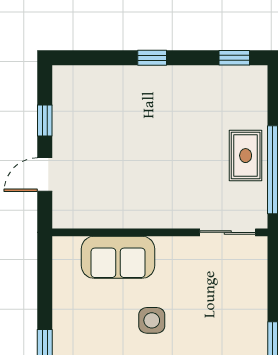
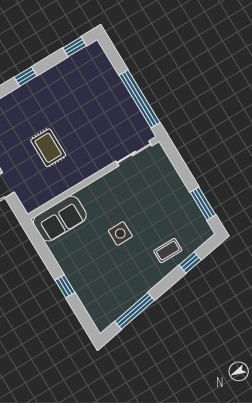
rug: (246, 156) -> (48, 148), moved
sofa: (118, 257) -> (60, 219), moved

